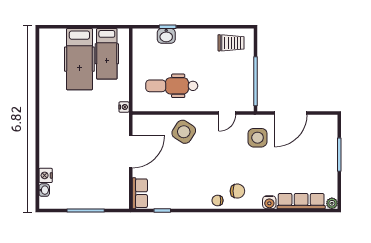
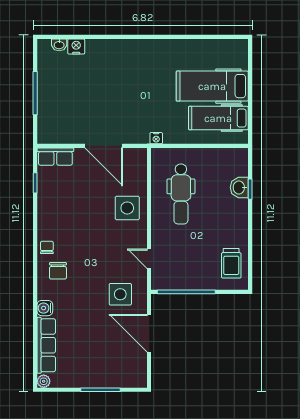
dental chair: (172, 86) -> (181, 194), turned 180
side table: (184, 132) -> (127, 208), turned -33

